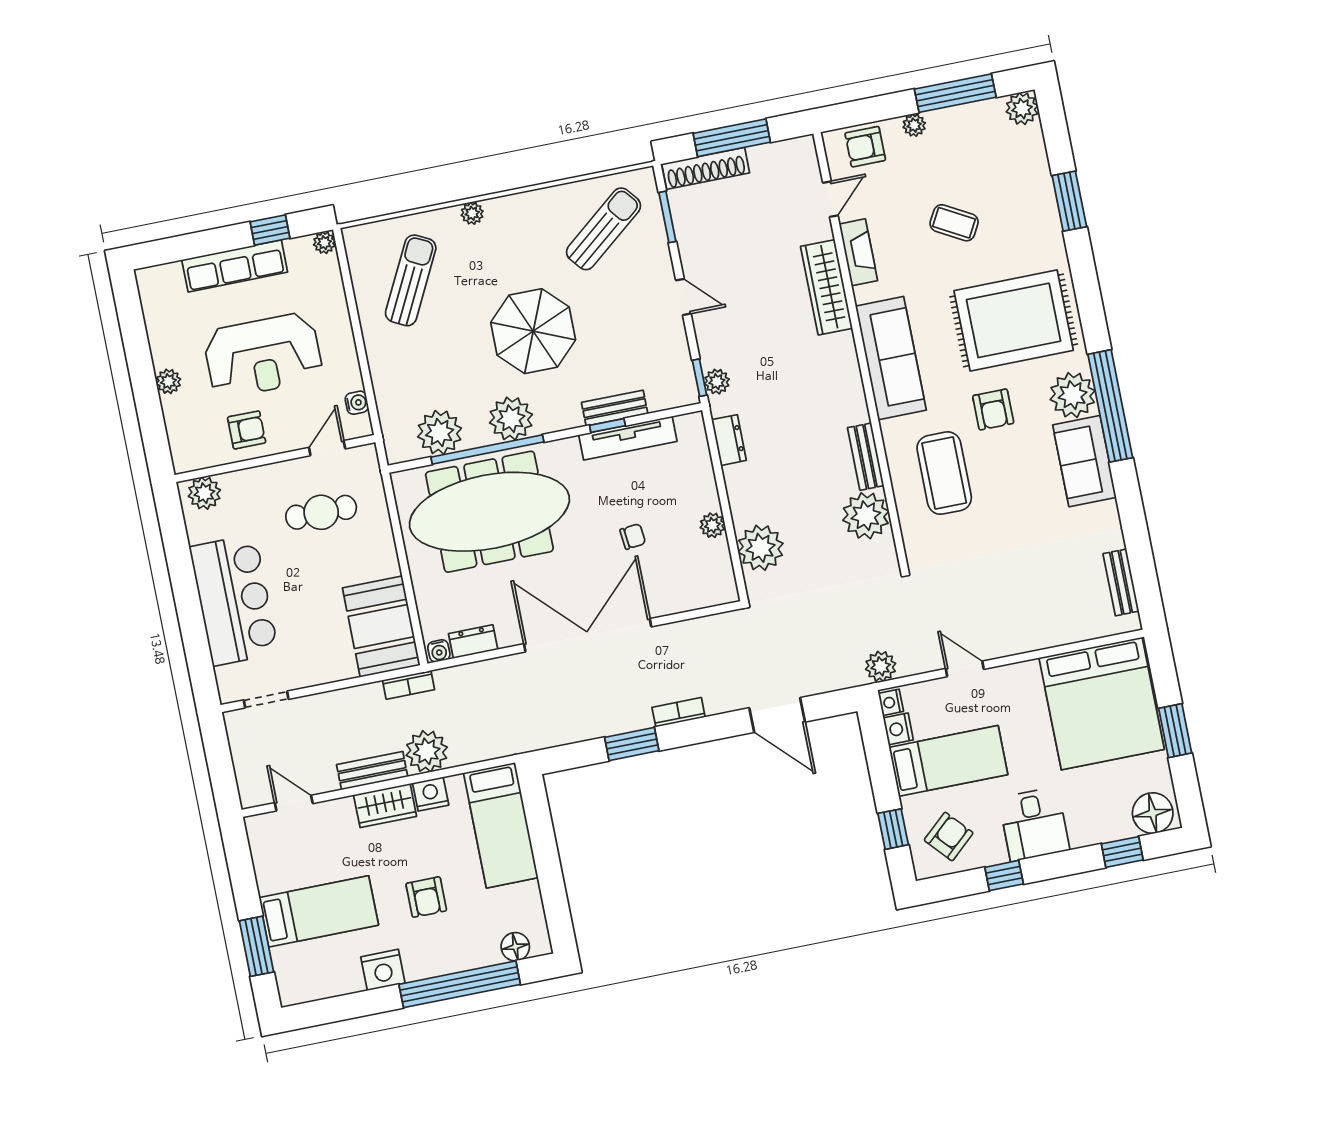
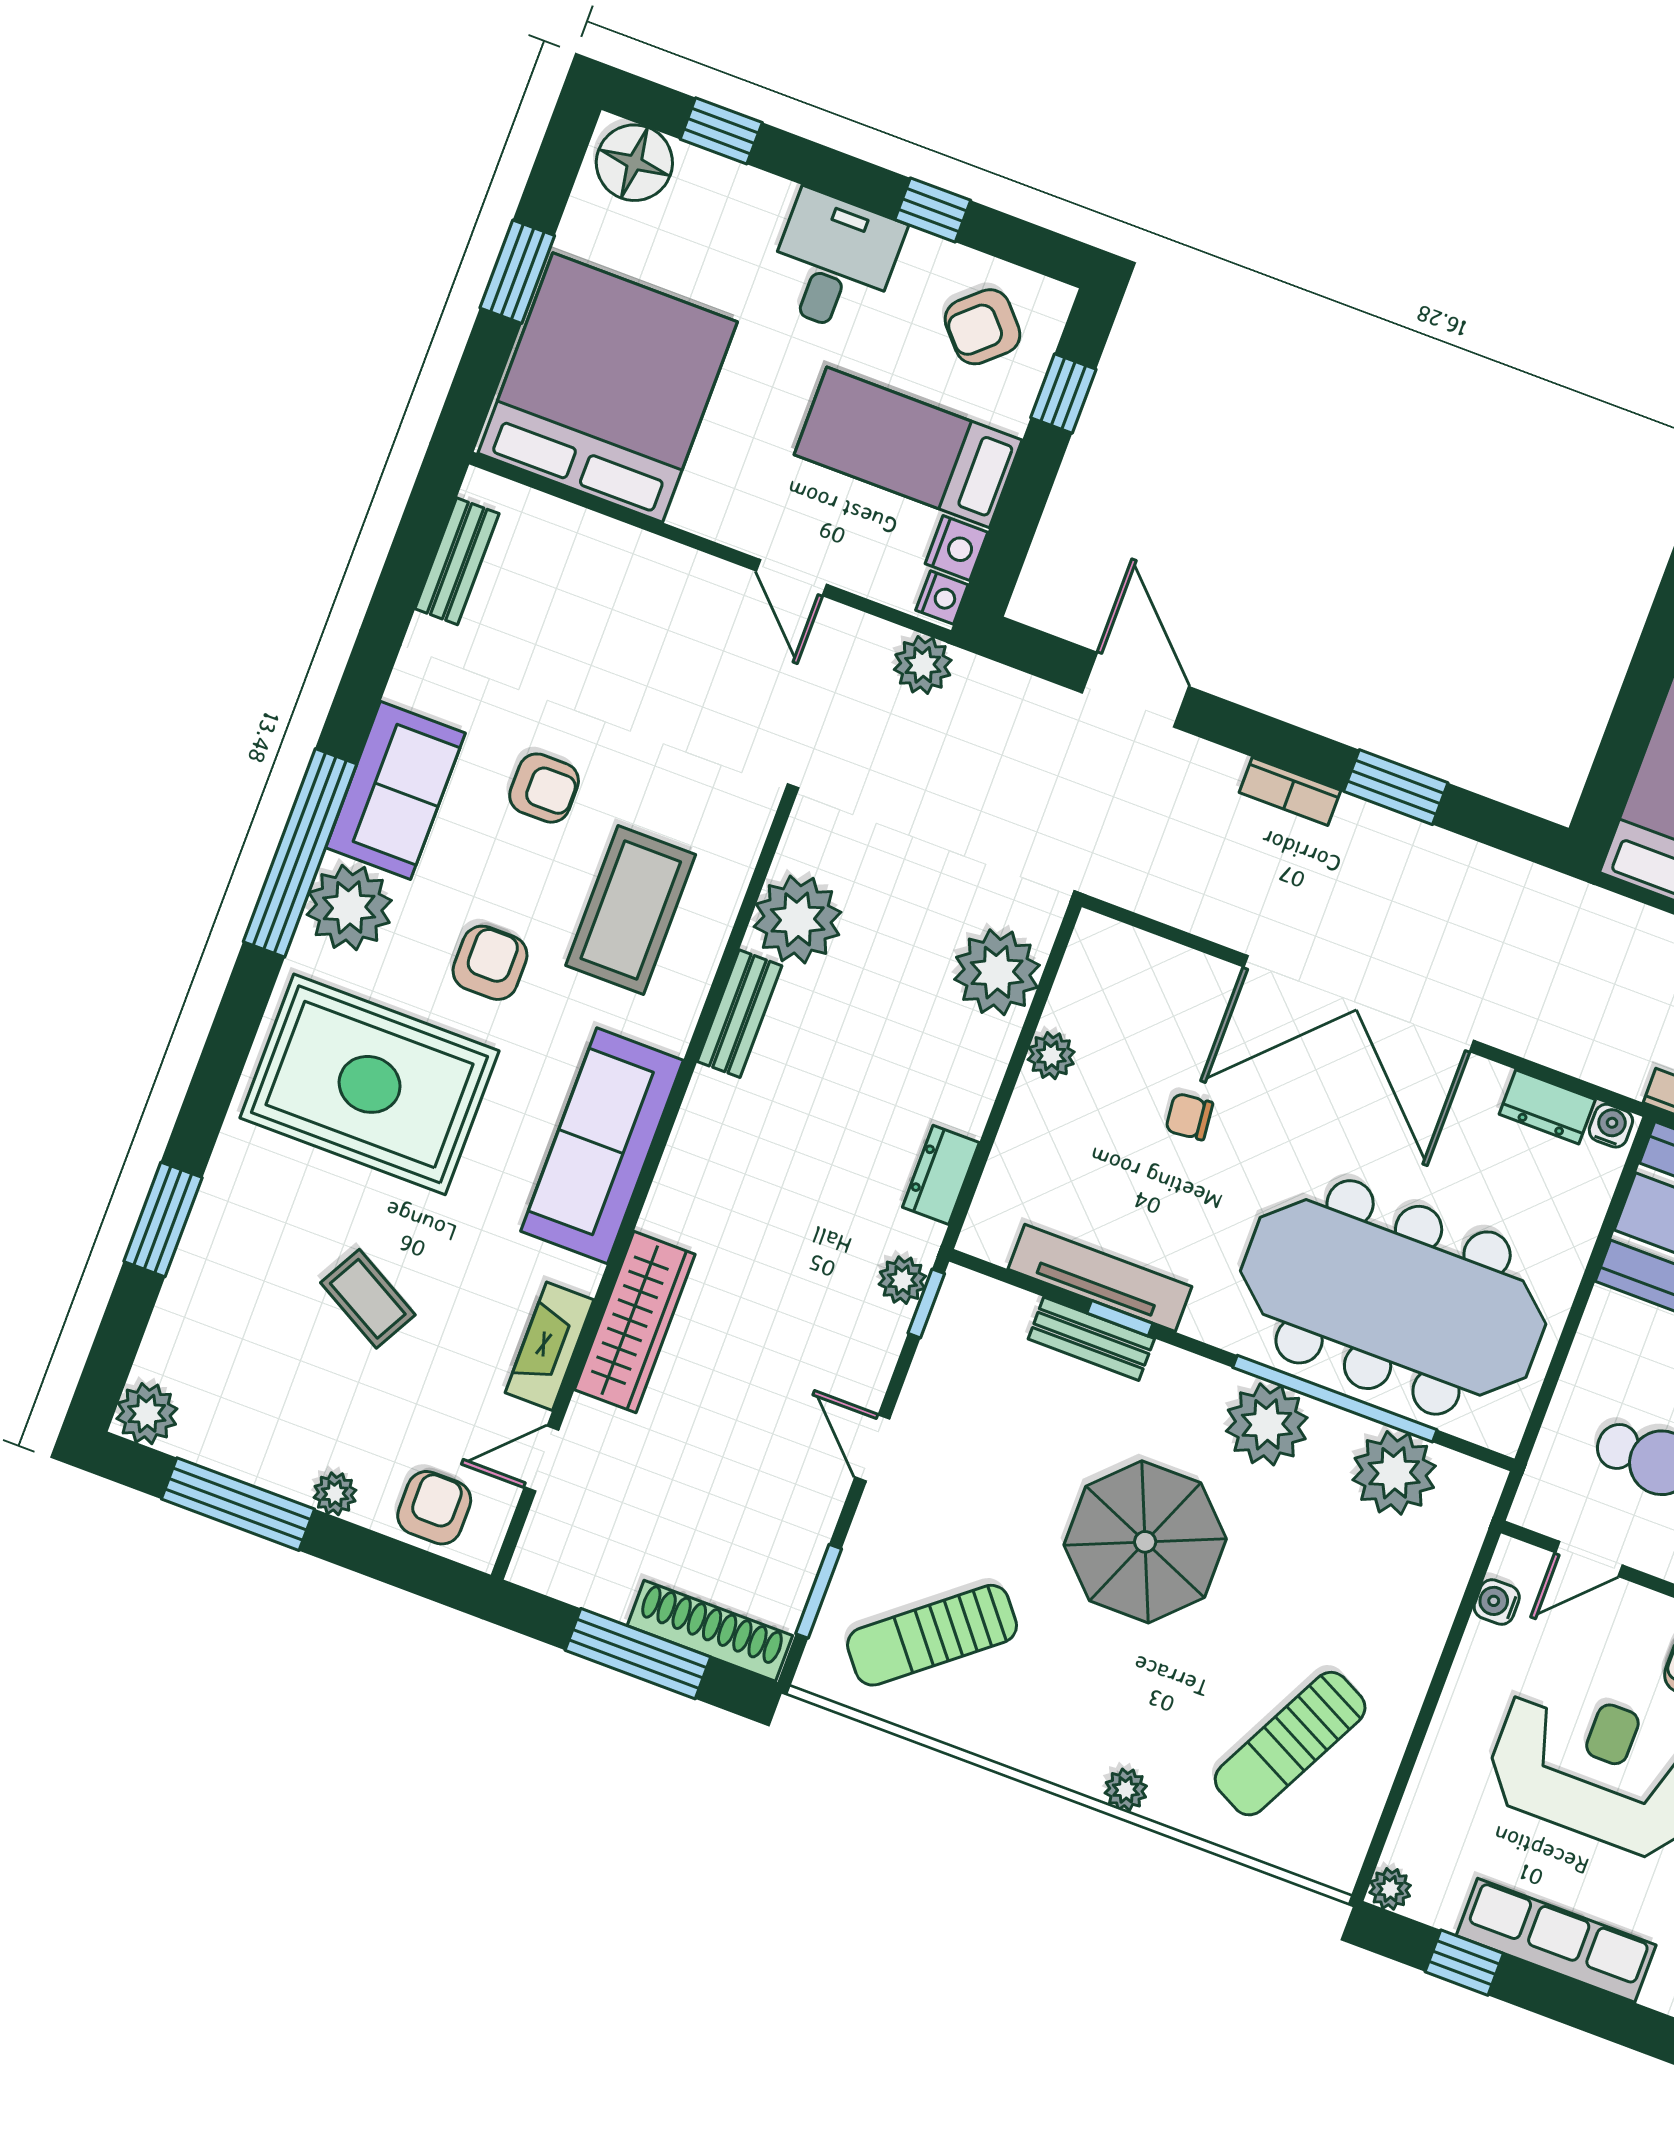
armchair: (865, 147) -> (434, 1508), turned -90
armchair: (1018, 504) -> (544, 788), added

